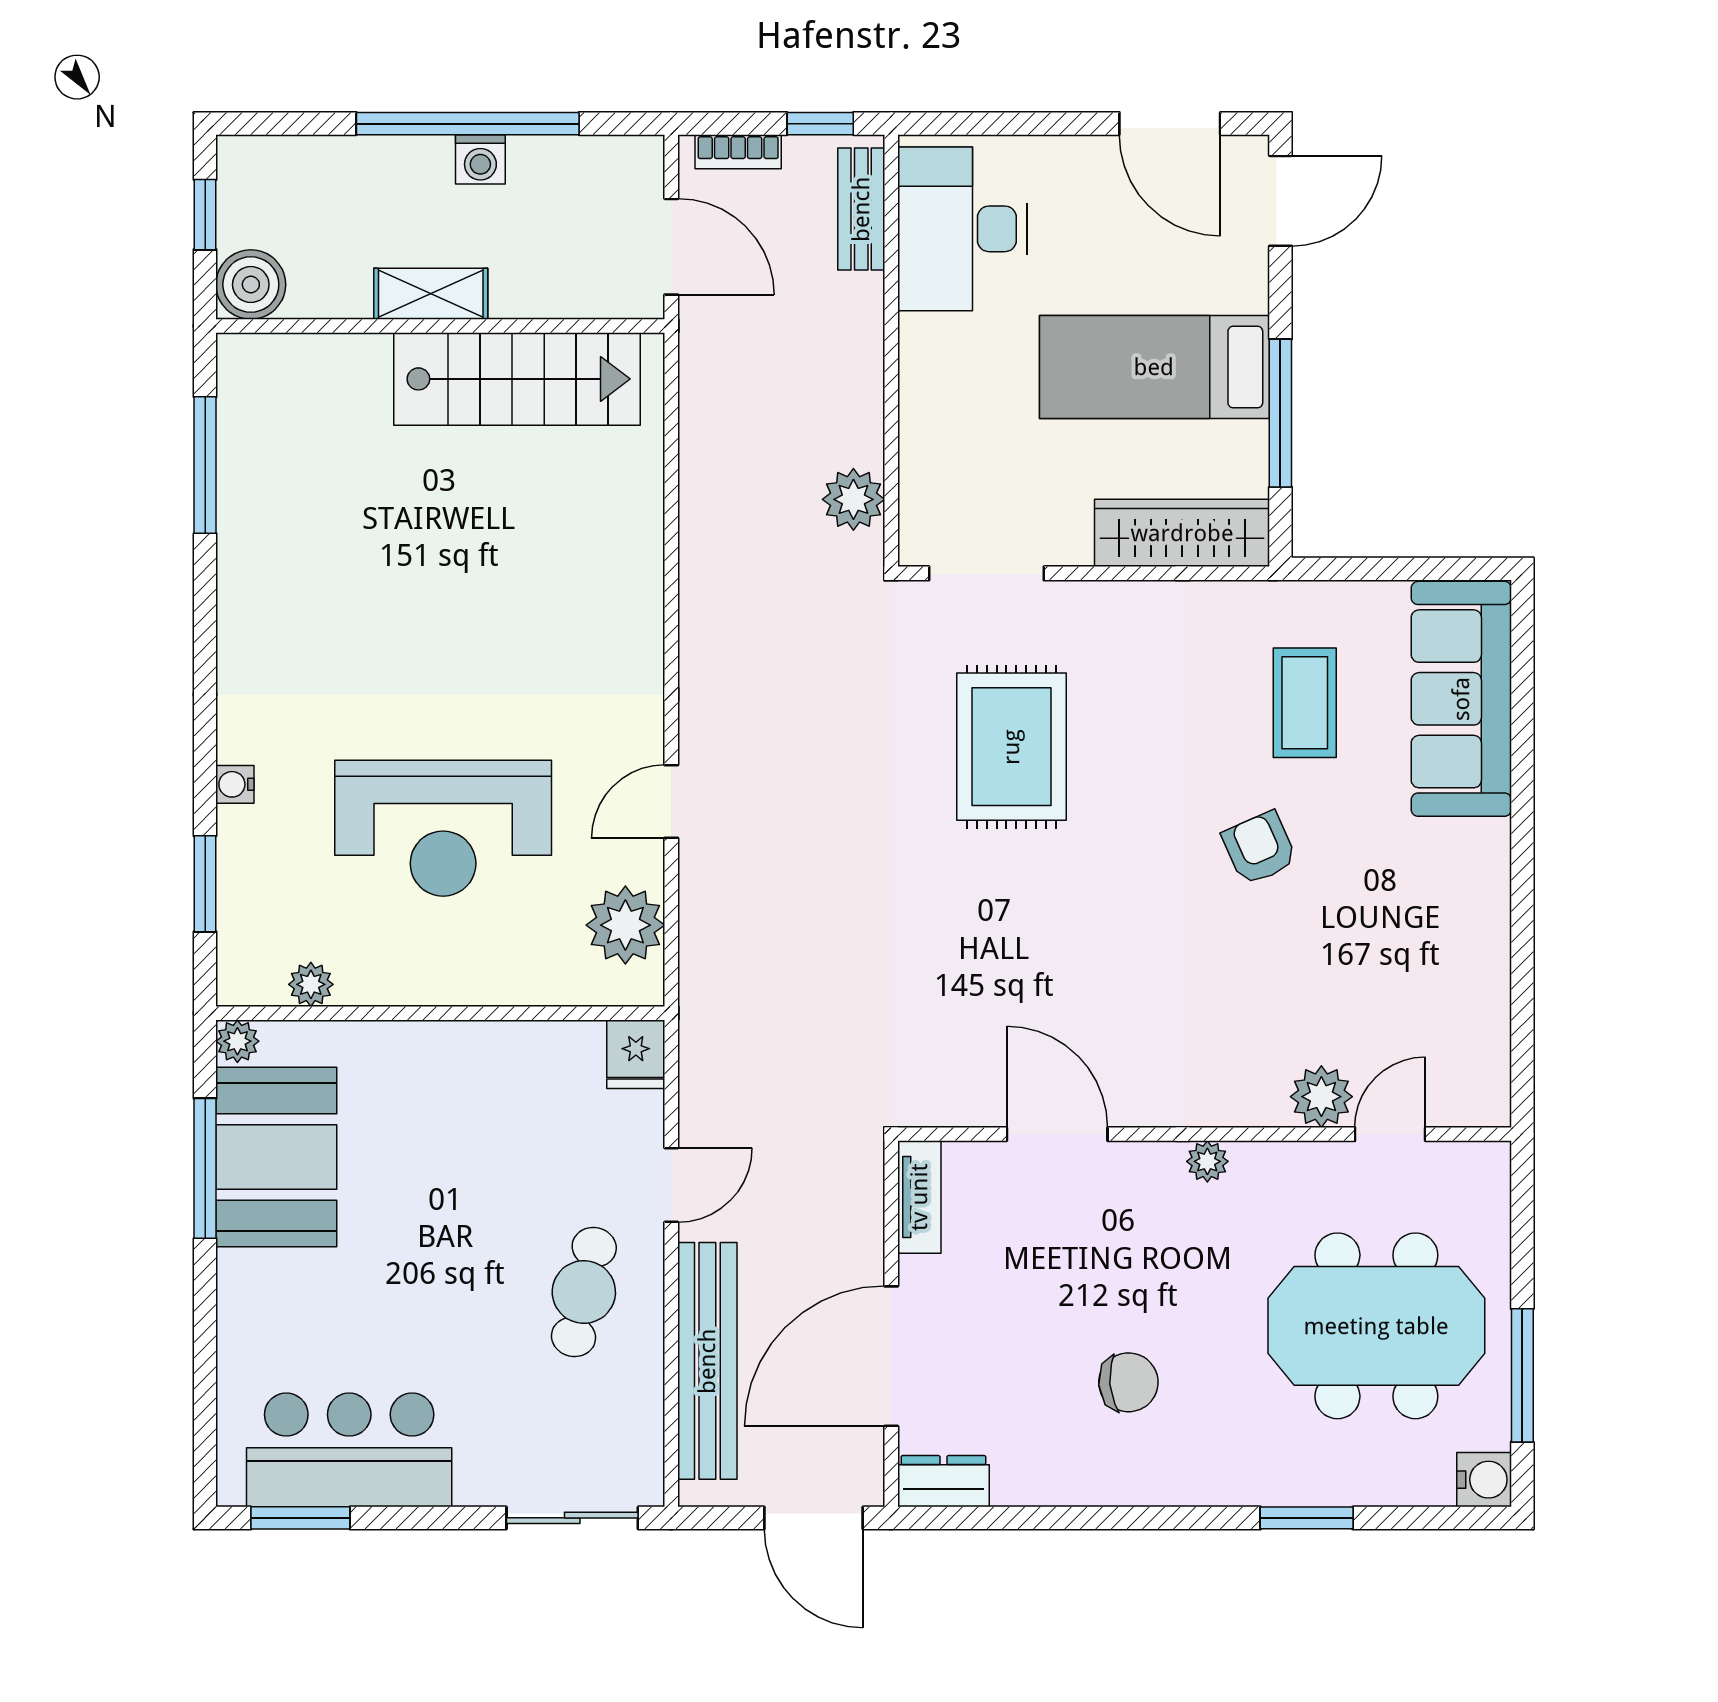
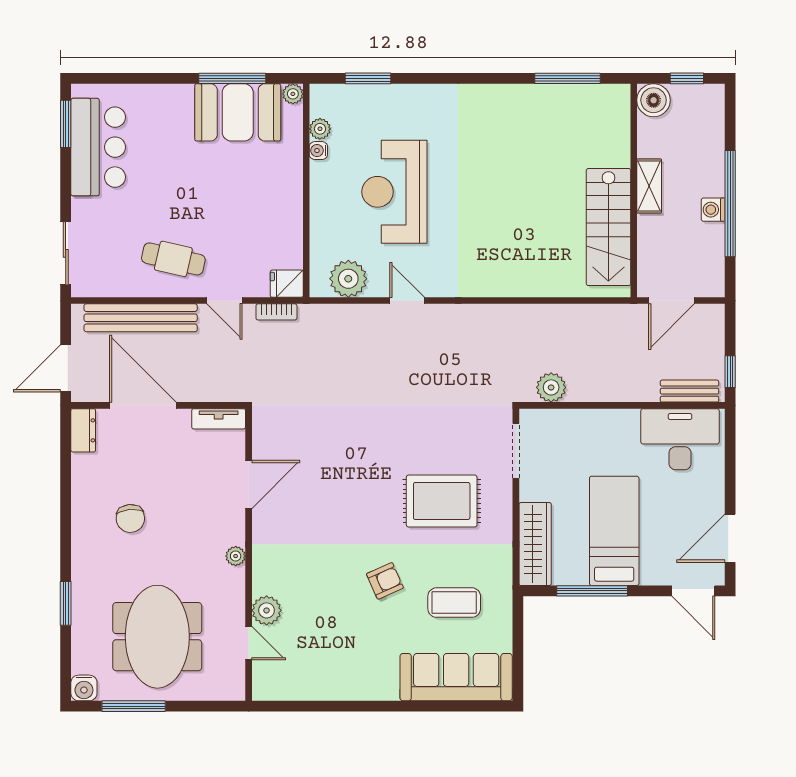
bookcase: (738, 152) -> (276, 312), moved, turned -90
rug: (1011, 747) -> (442, 501), moved
water cooler: (235, 784) -> (318, 151), moved, turned -90

